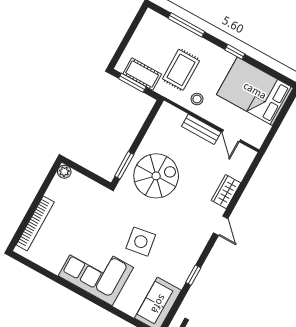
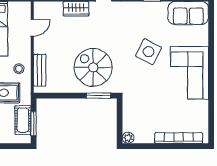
bench: (201, 129) -> (40, 70), moved
side table: (141, 242) -> (149, 52), turned 36

